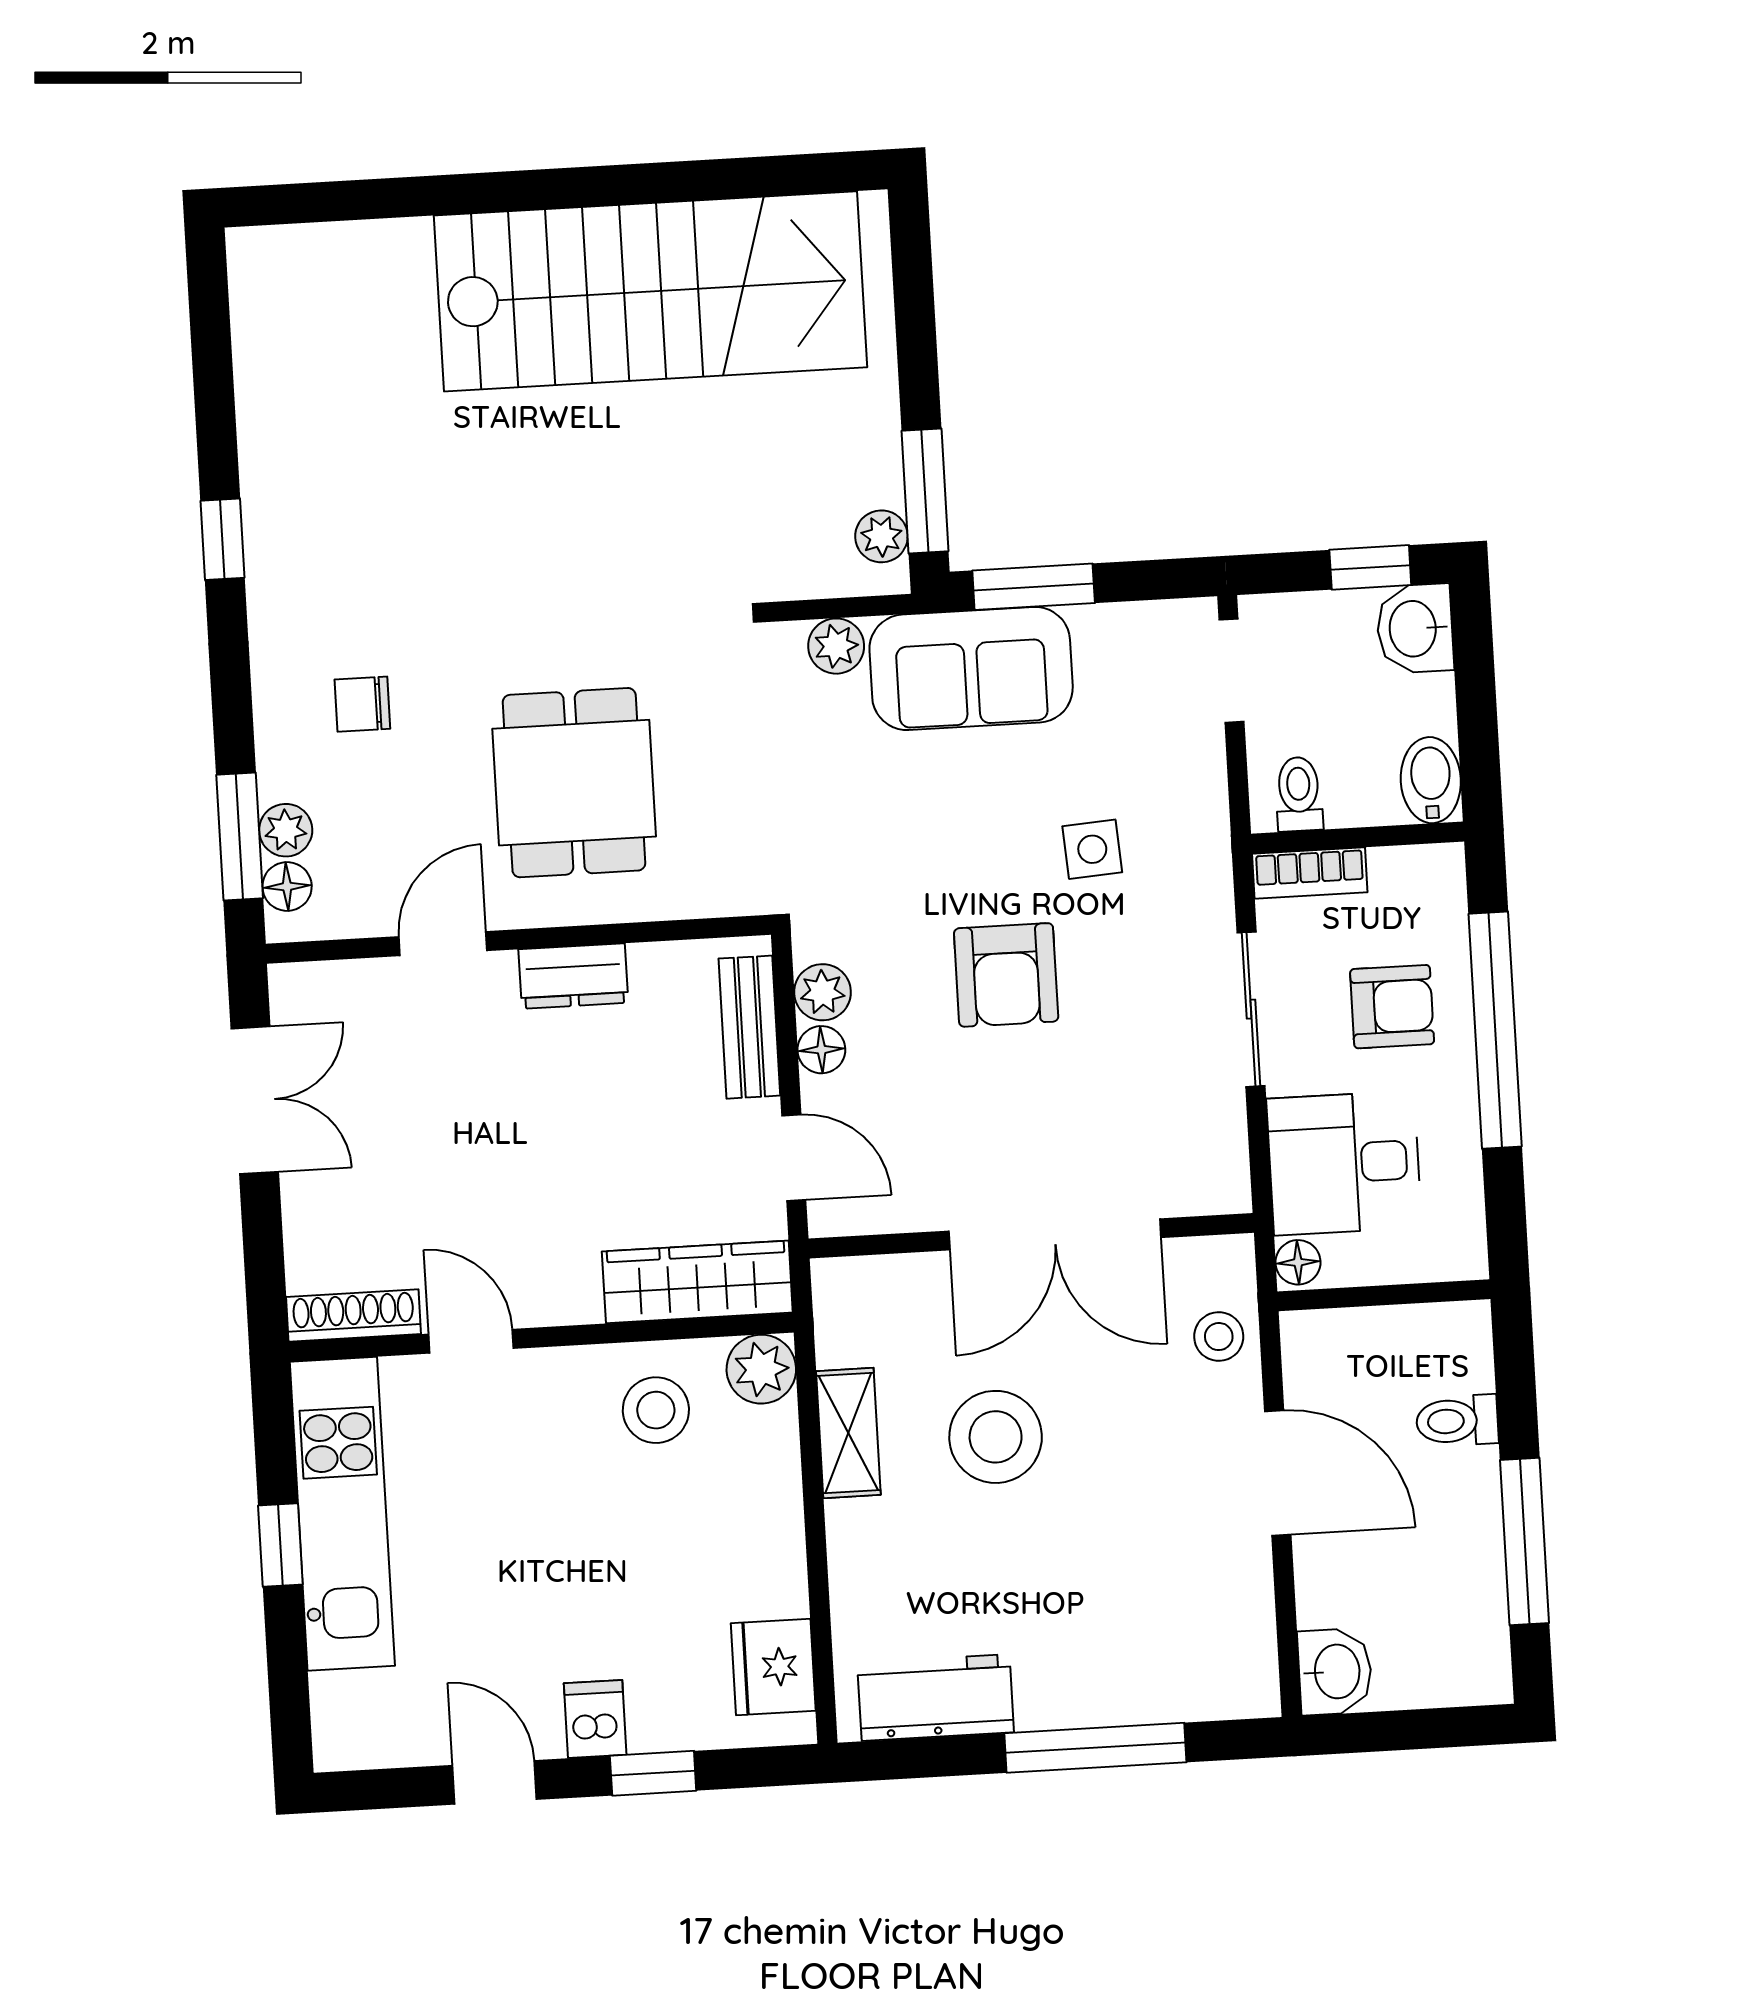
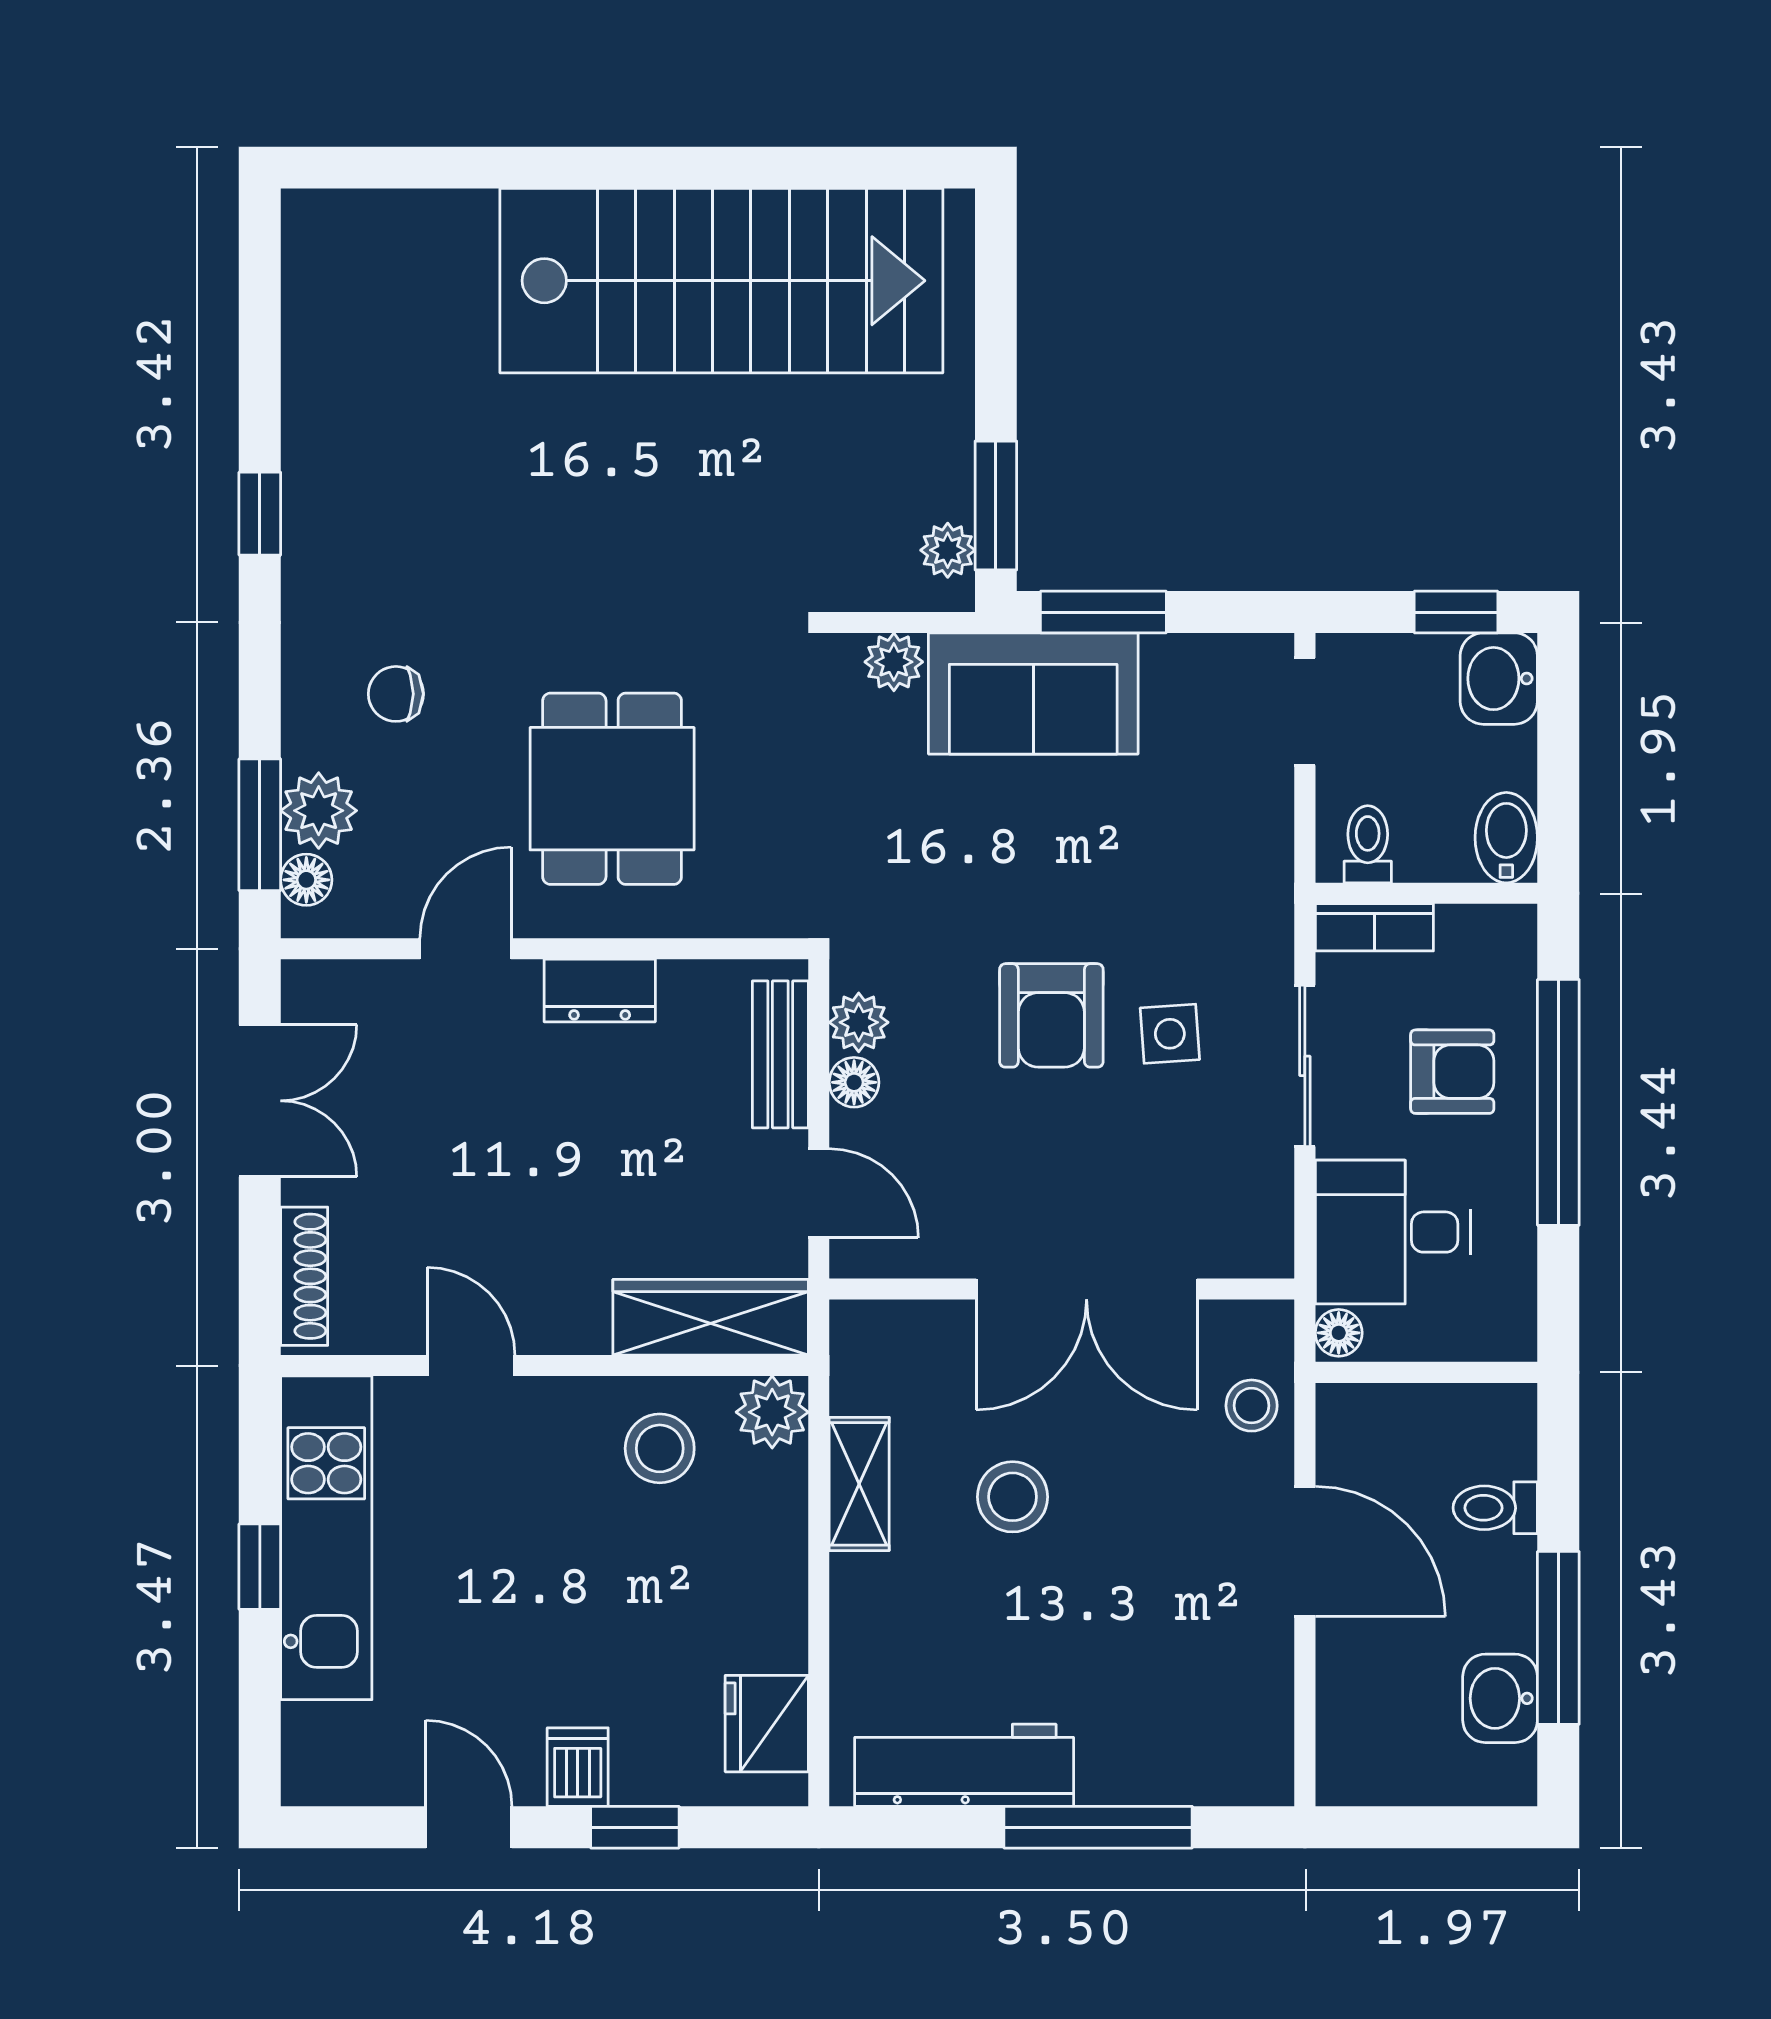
plant: (286, 830) -> (319, 811), width x1.38, depth x1.38
side table: (1092, 849) -> (1170, 1034), moved
shoe rack: (353, 1315) -> (304, 1276), moved, turned 90
stool: (996, 1437) -> (1013, 1497), width x0.73, depth x0.73
washbasin: (1335, 1672) -> (1500, 1698), moved, turned 180
workbench: (936, 1698) -> (964, 1765), width x1.38

